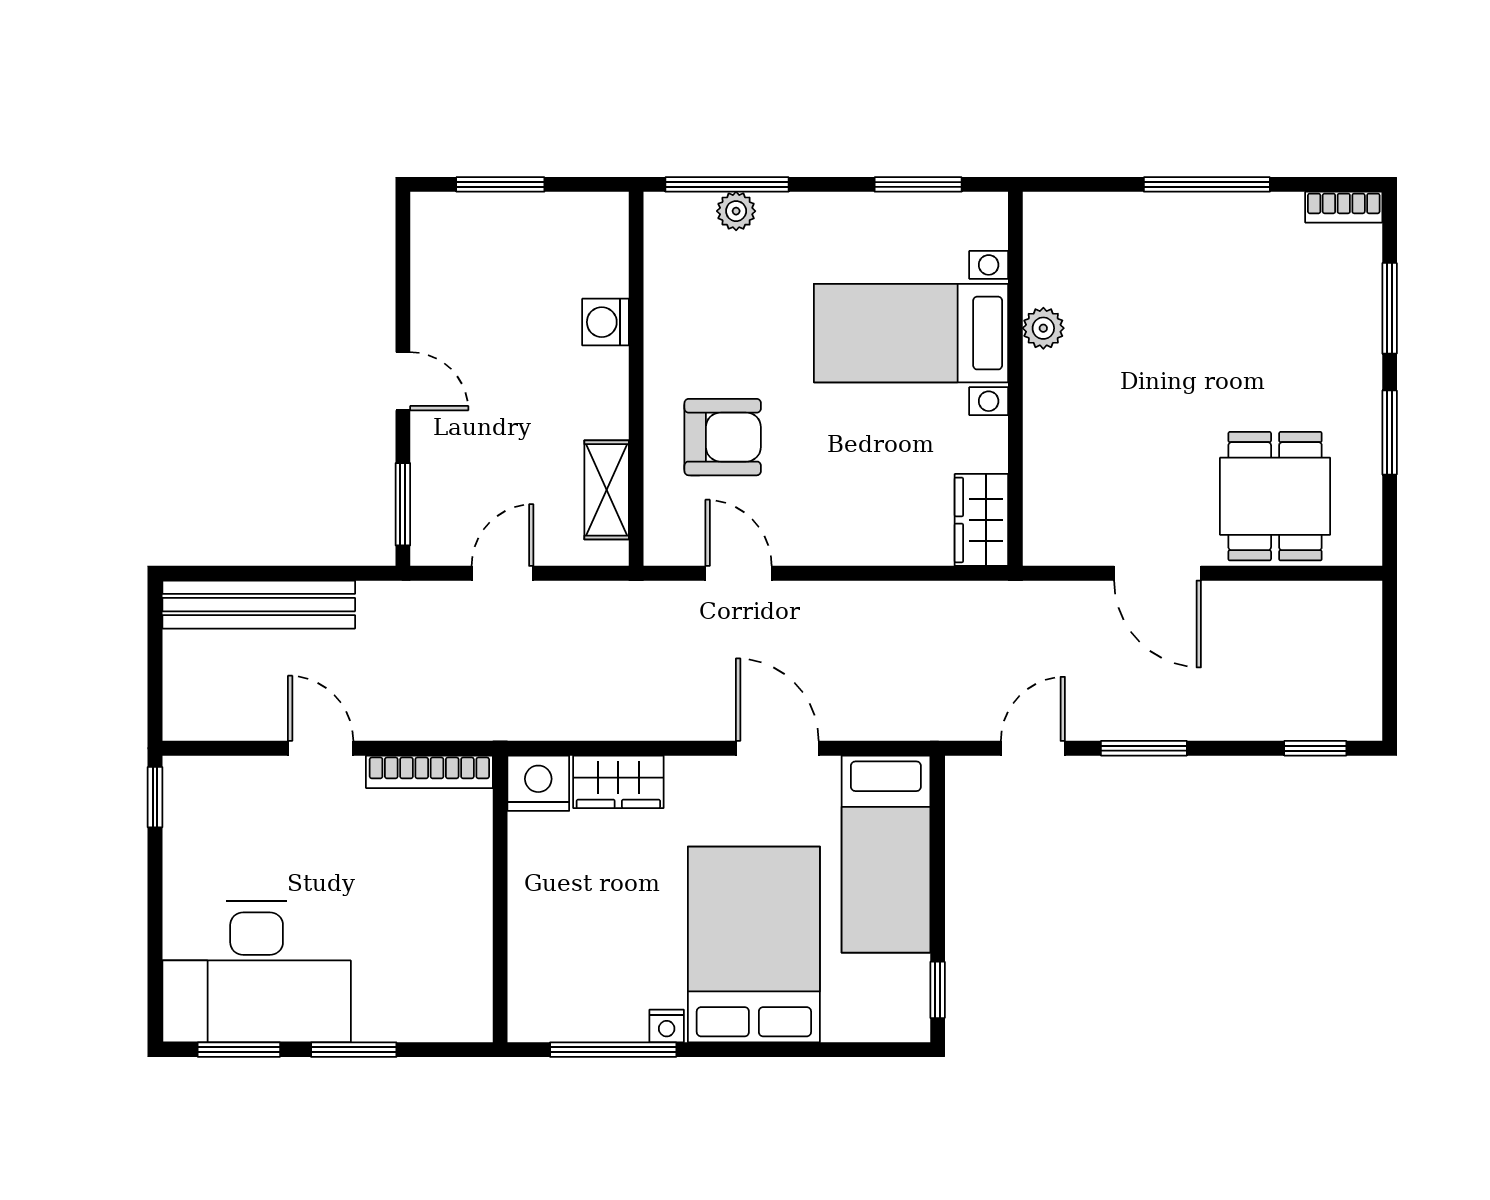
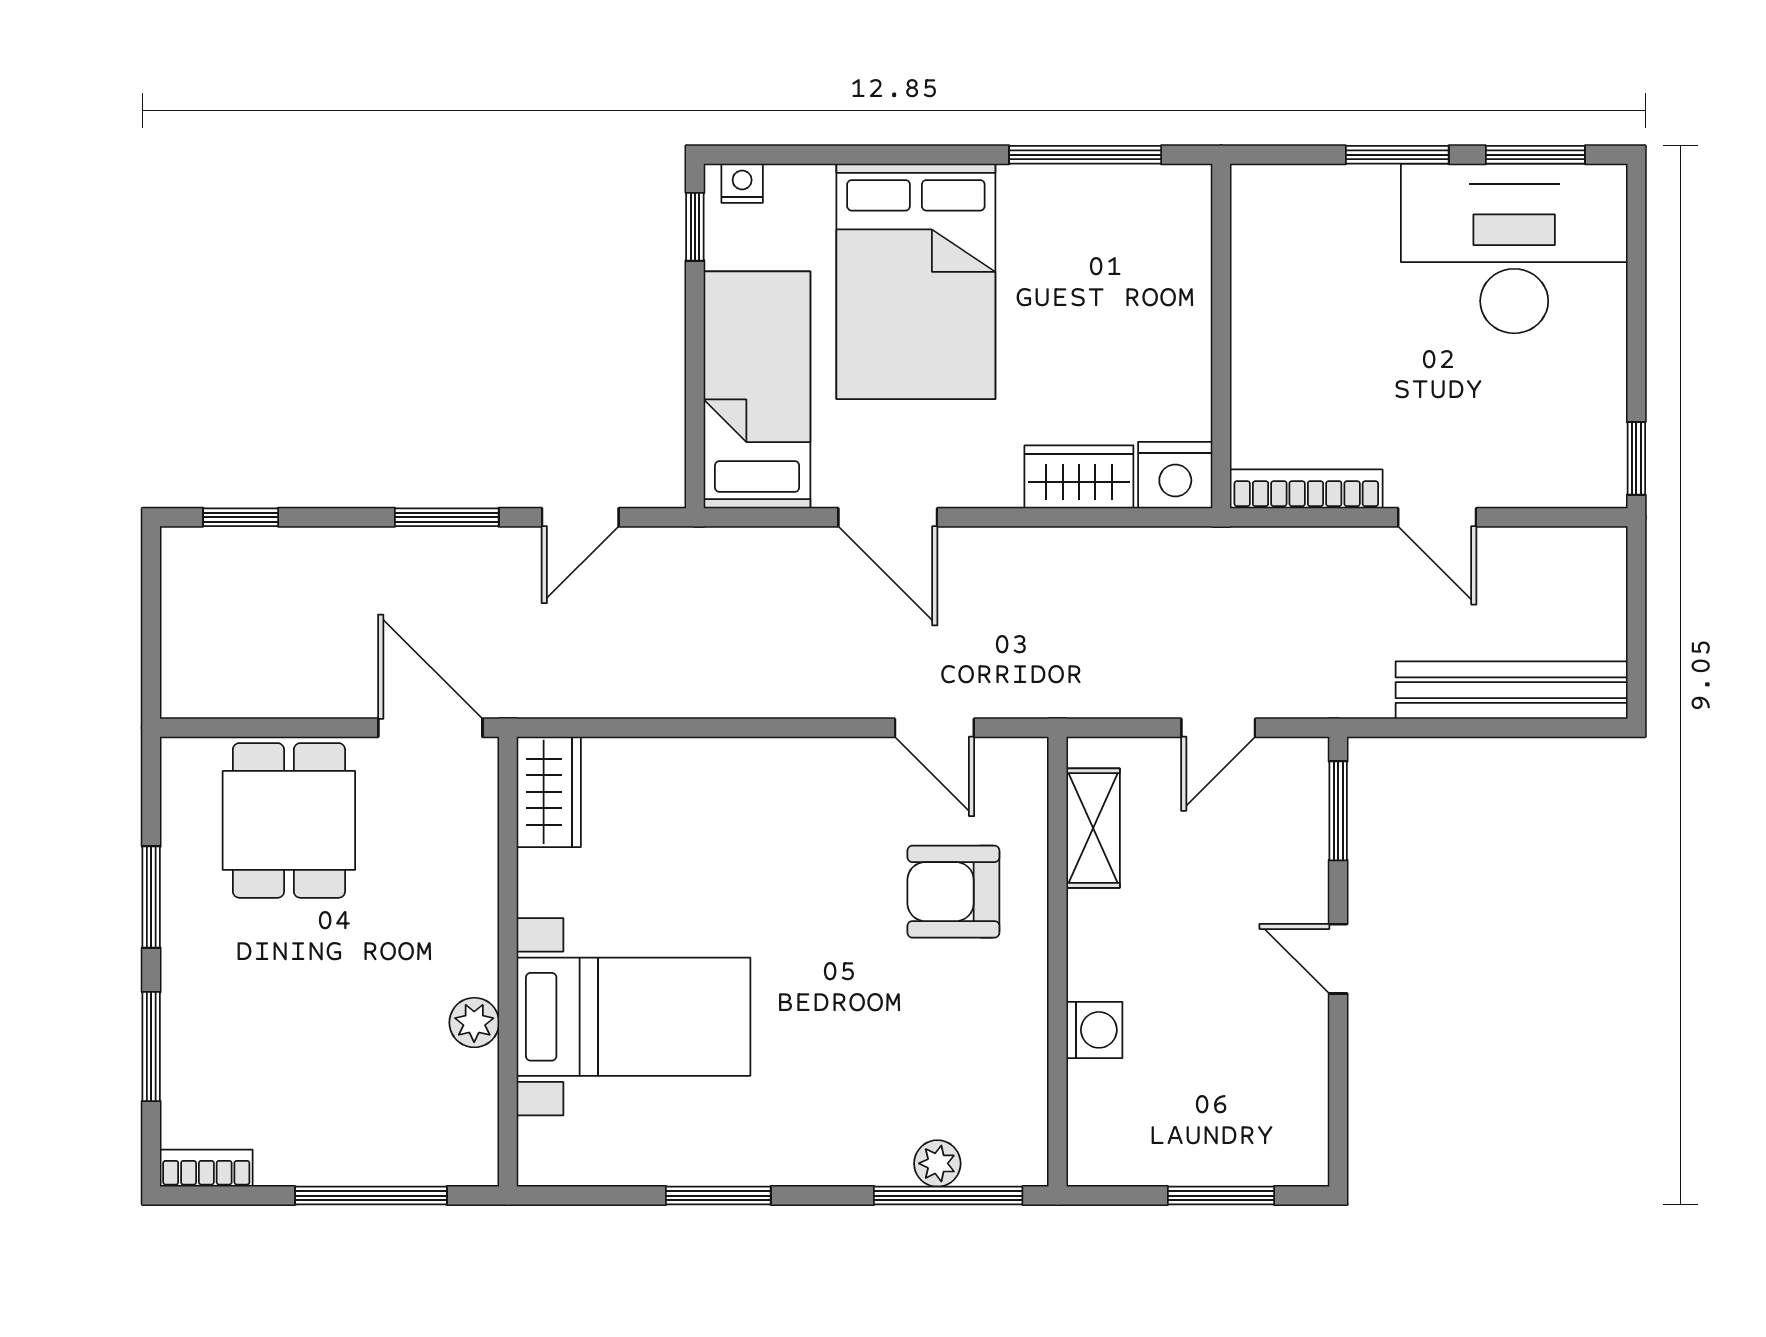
plant: (1043, 328) -> (474, 1023), moved
bed with nightstands: (911, 333) -> (633, 1017), moved
wall: (1015, 379) -> (508, 962), moved
wardrobe: (981, 520) -> (549, 792), moved
nightstand: (667, 1026) -> (742, 183), moved

